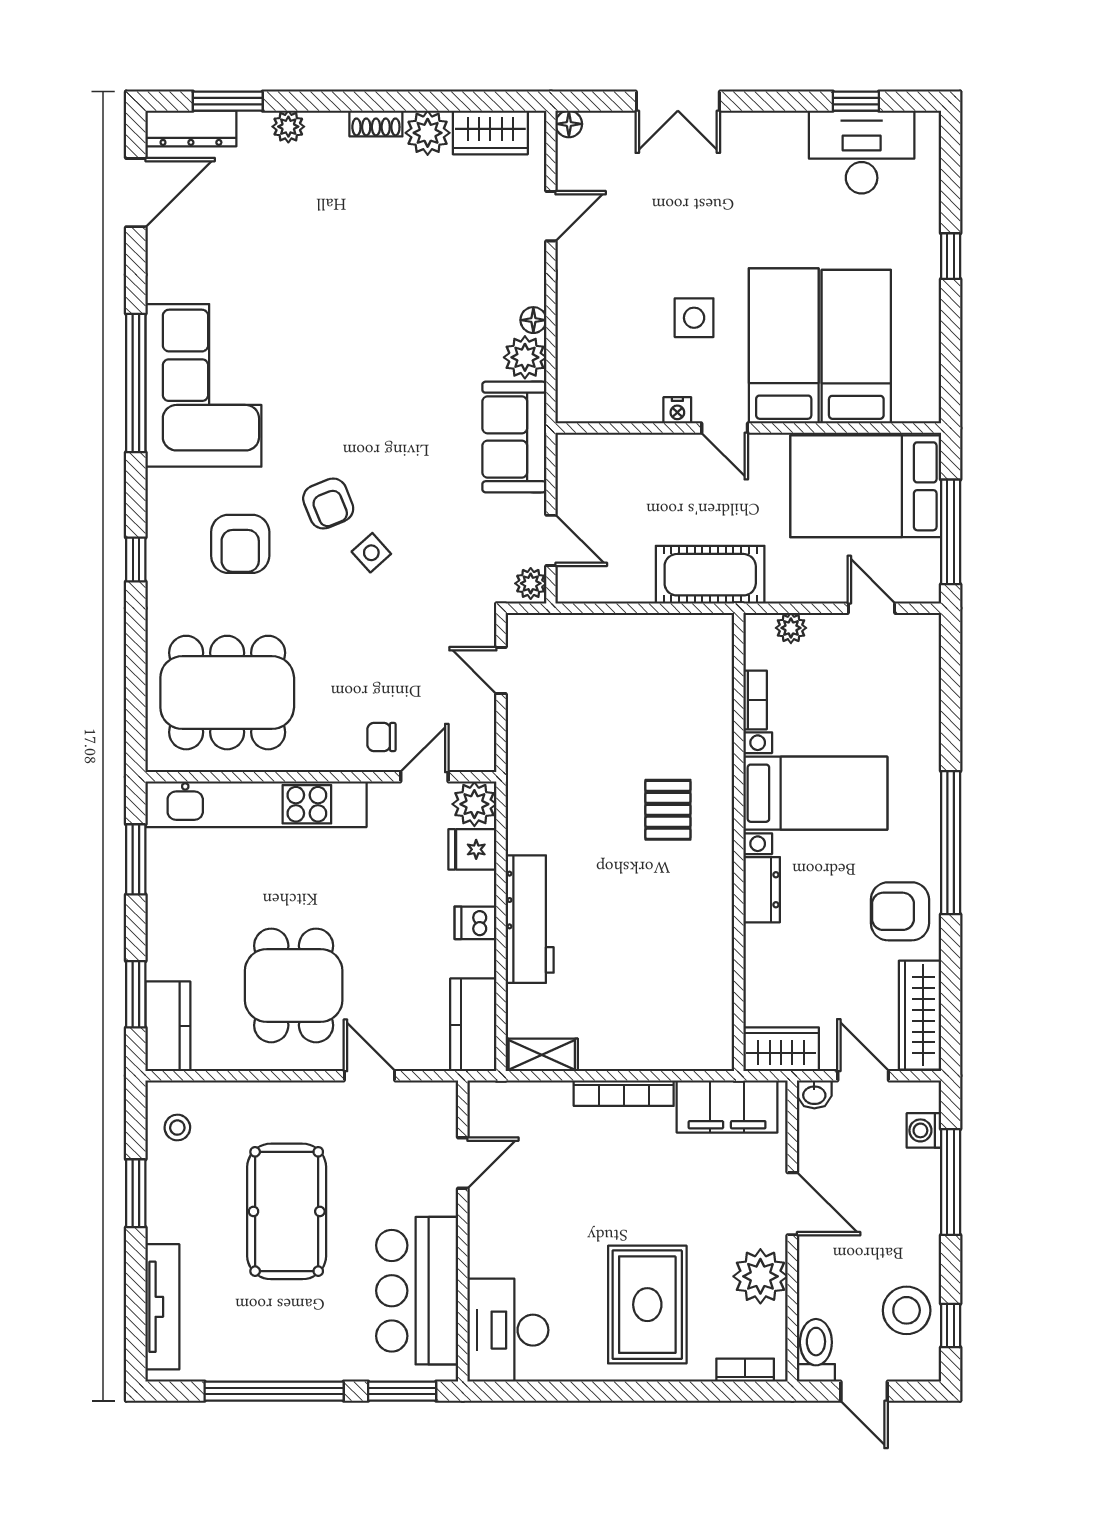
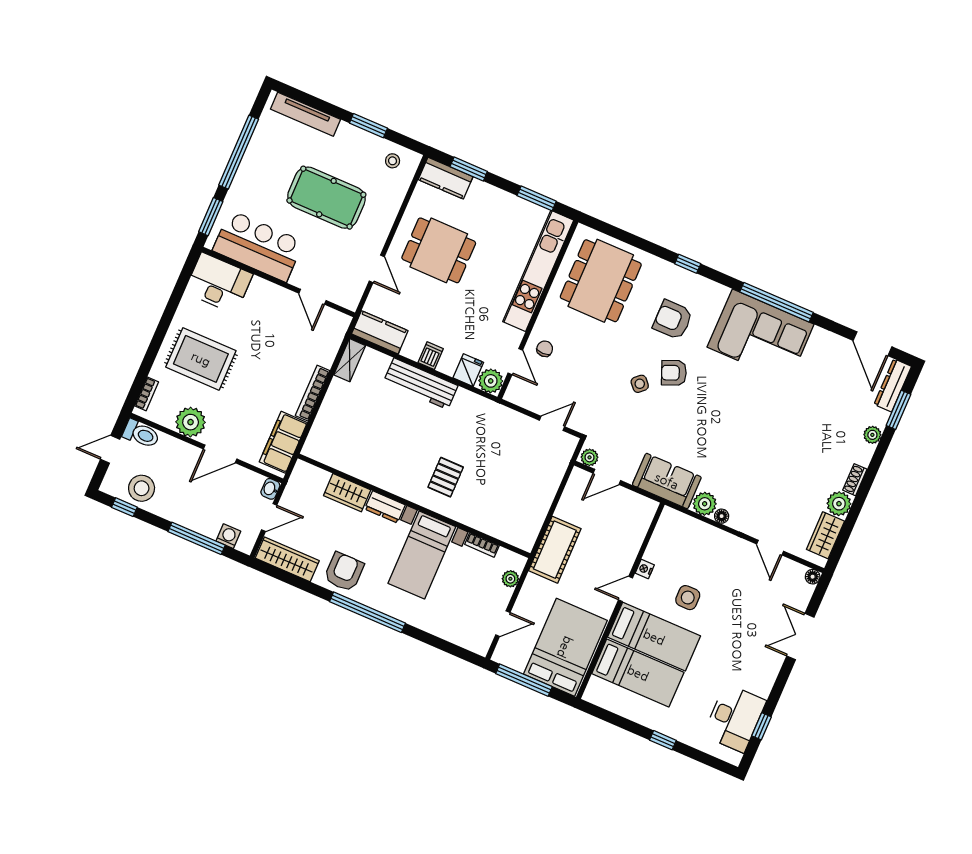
pallet: (668, 810) -> (446, 477), turned 90
wardrobe: (781, 1049) -> (347, 493), moved, turned 90
door: (370, 1076) -> (377, 269), hinge flipped

